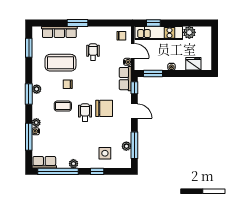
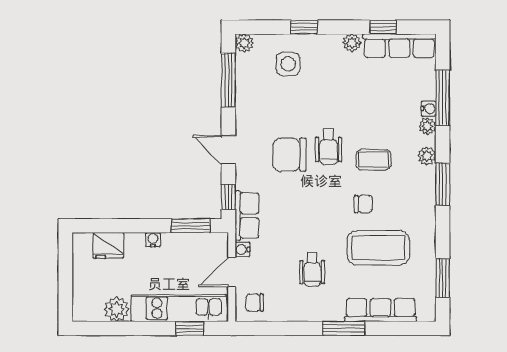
door: (133, 51) -> (232, 272), hinge flipped
plant: (37, 89) -> (427, 156), moved
plant: (126, 146) -> (244, 43), moved
row of seats: (44, 162) -> (399, 46), width x1.48
window: (58, 171) -> (383, 27), width x0.32

